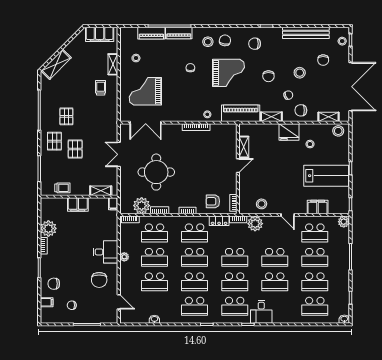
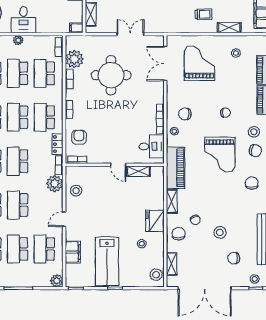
chair: (268, 76) -> (185, 114), moved
desk: (221, 135) -> (152, 146), added

